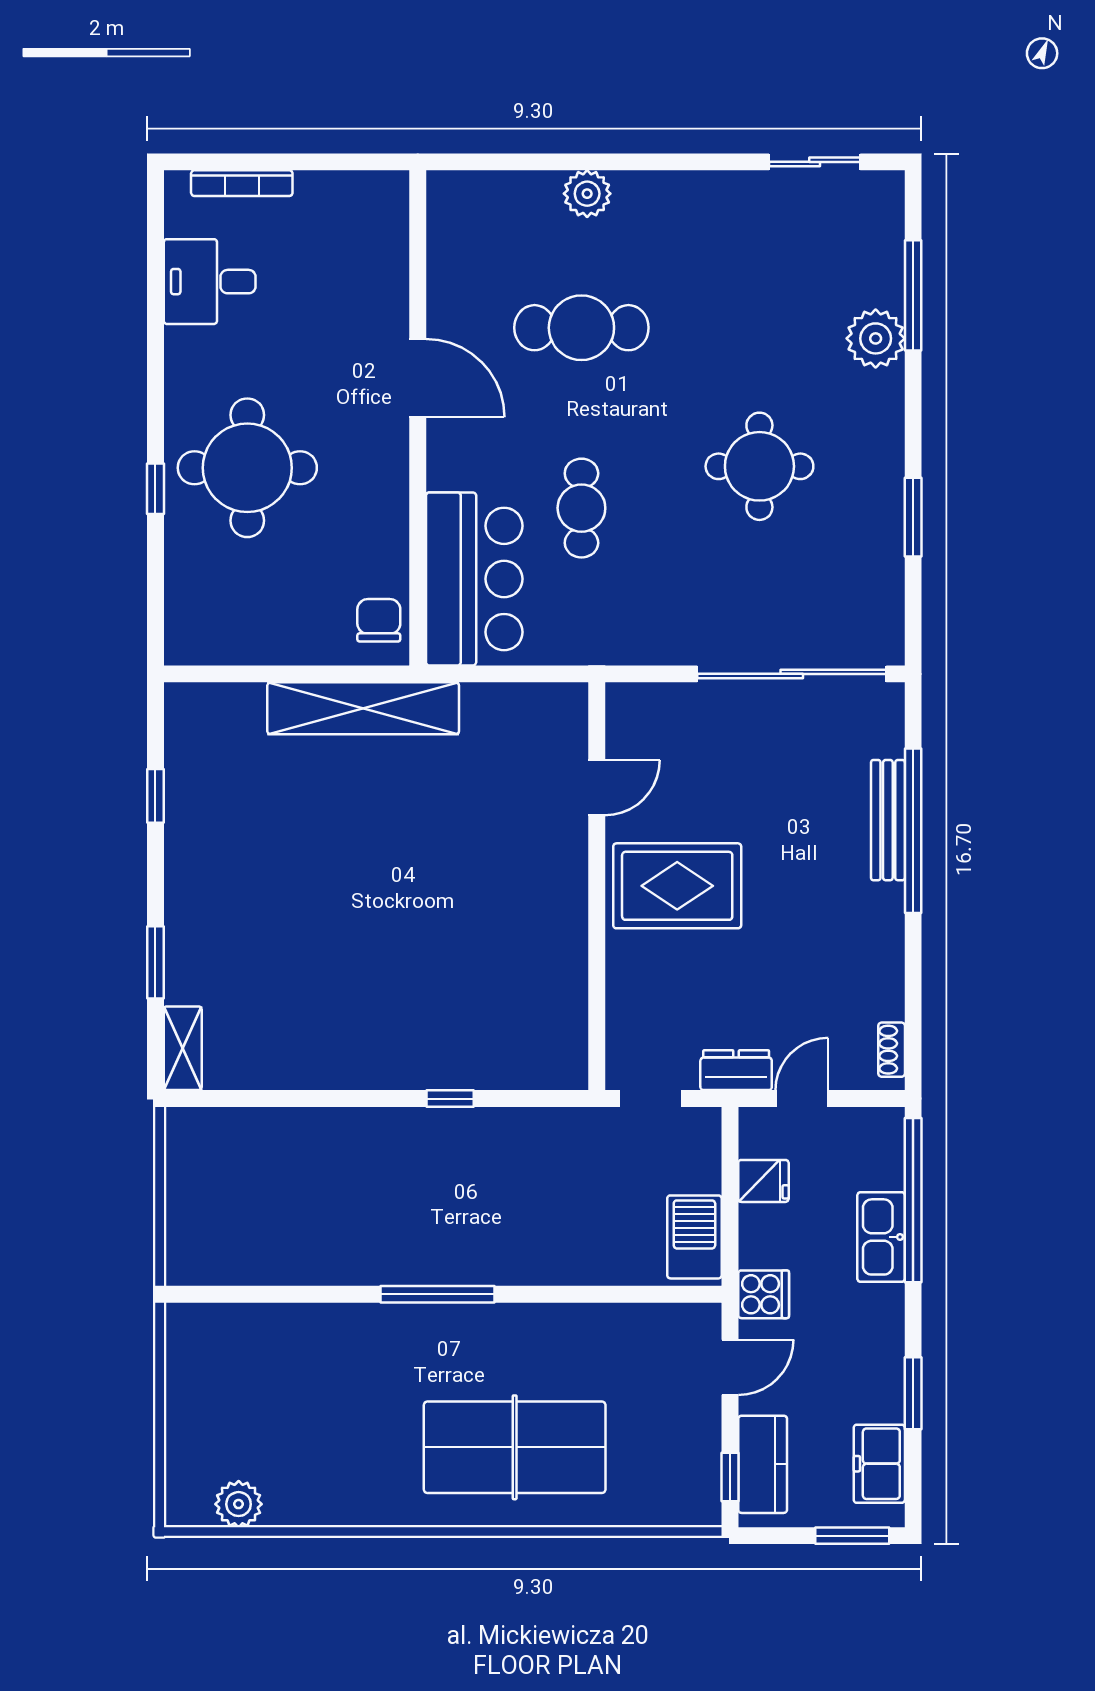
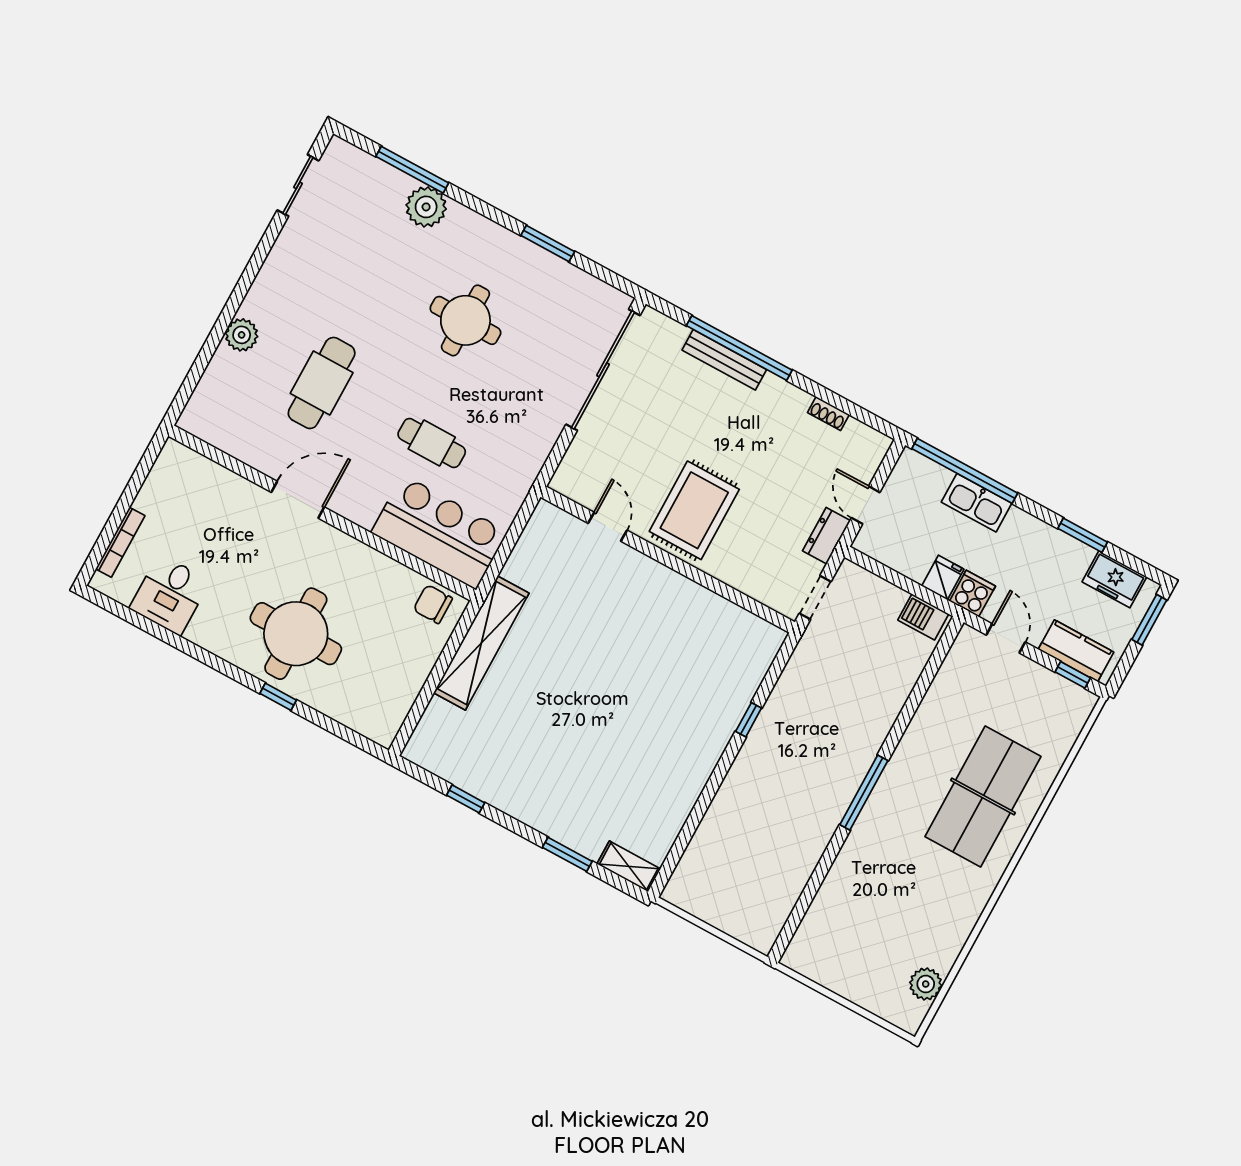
shoe rack: (892, 1050) -> (828, 414), moved
fridge: (763, 1181) -> (943, 578), moved
barbecue: (694, 1237) -> (923, 617), width x0.73, depth x0.79

